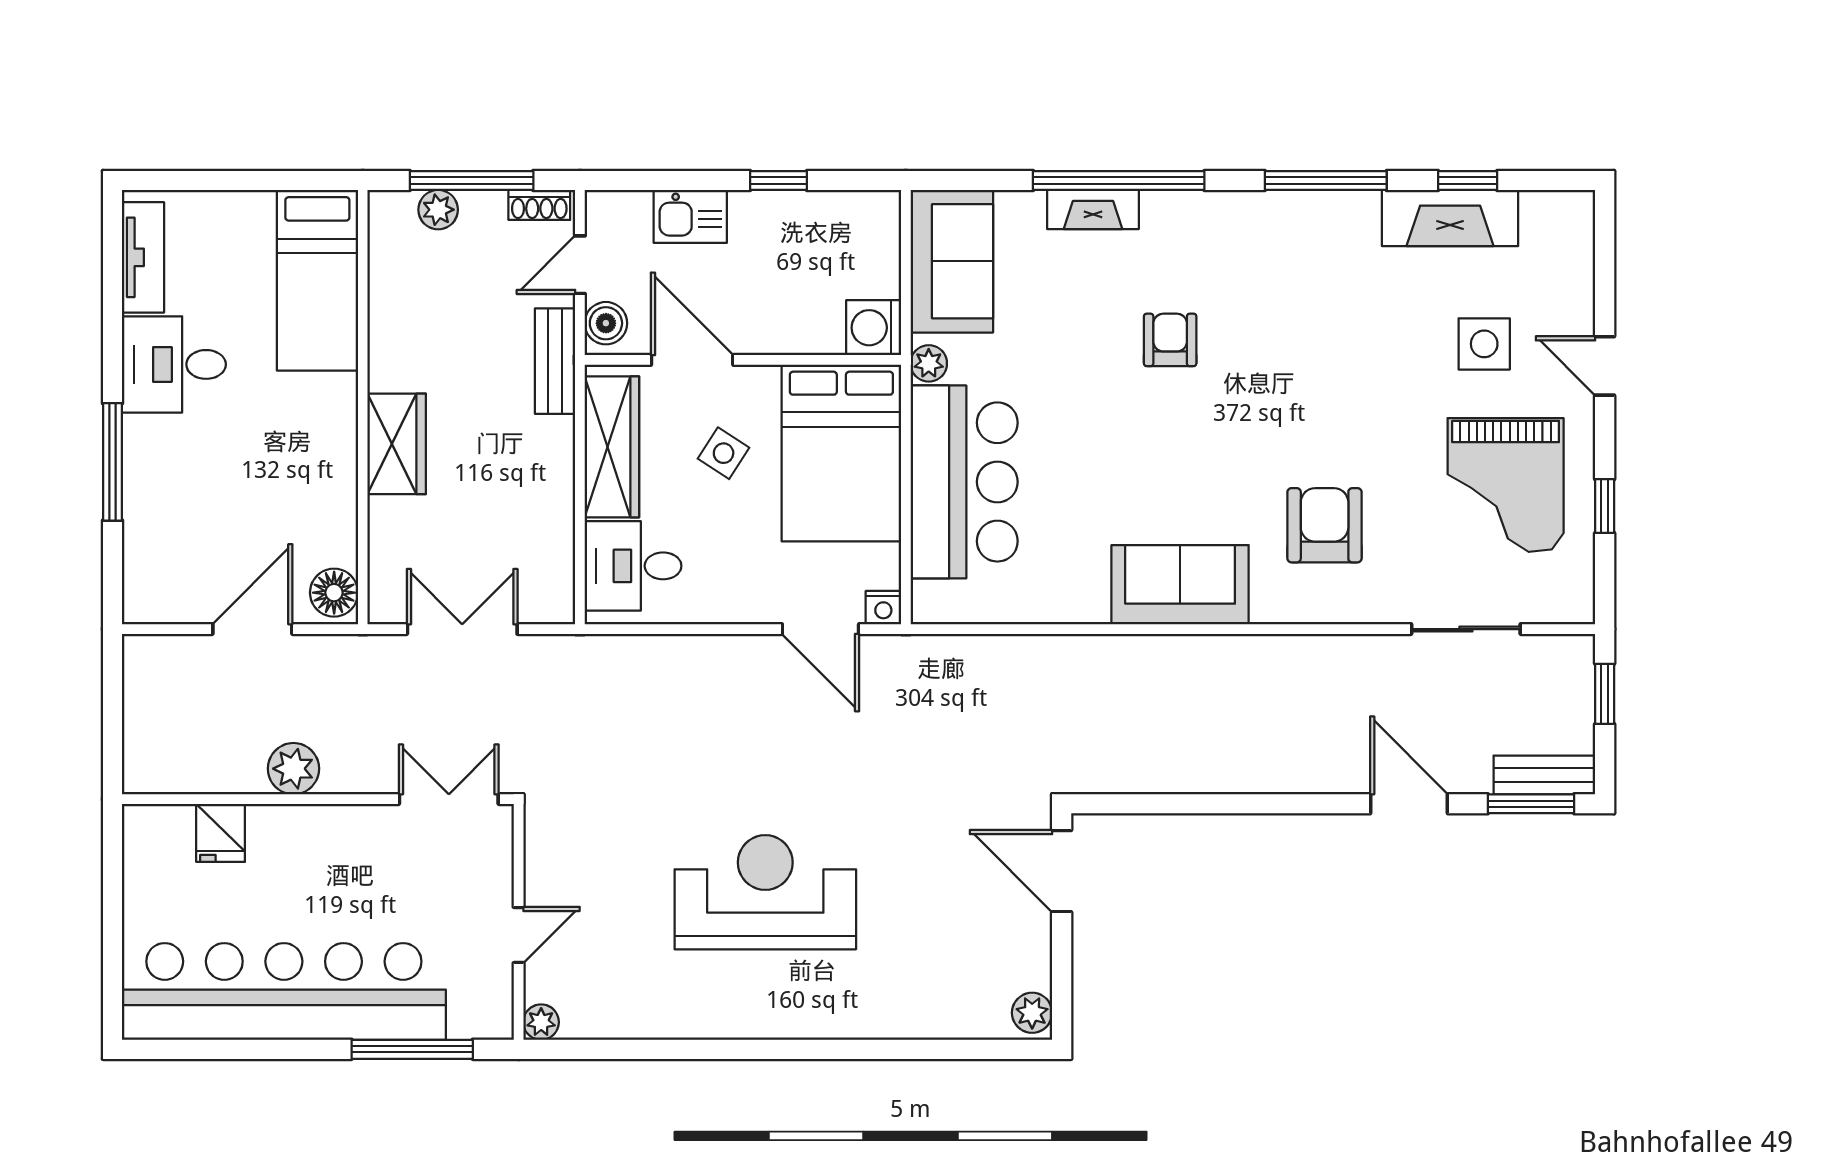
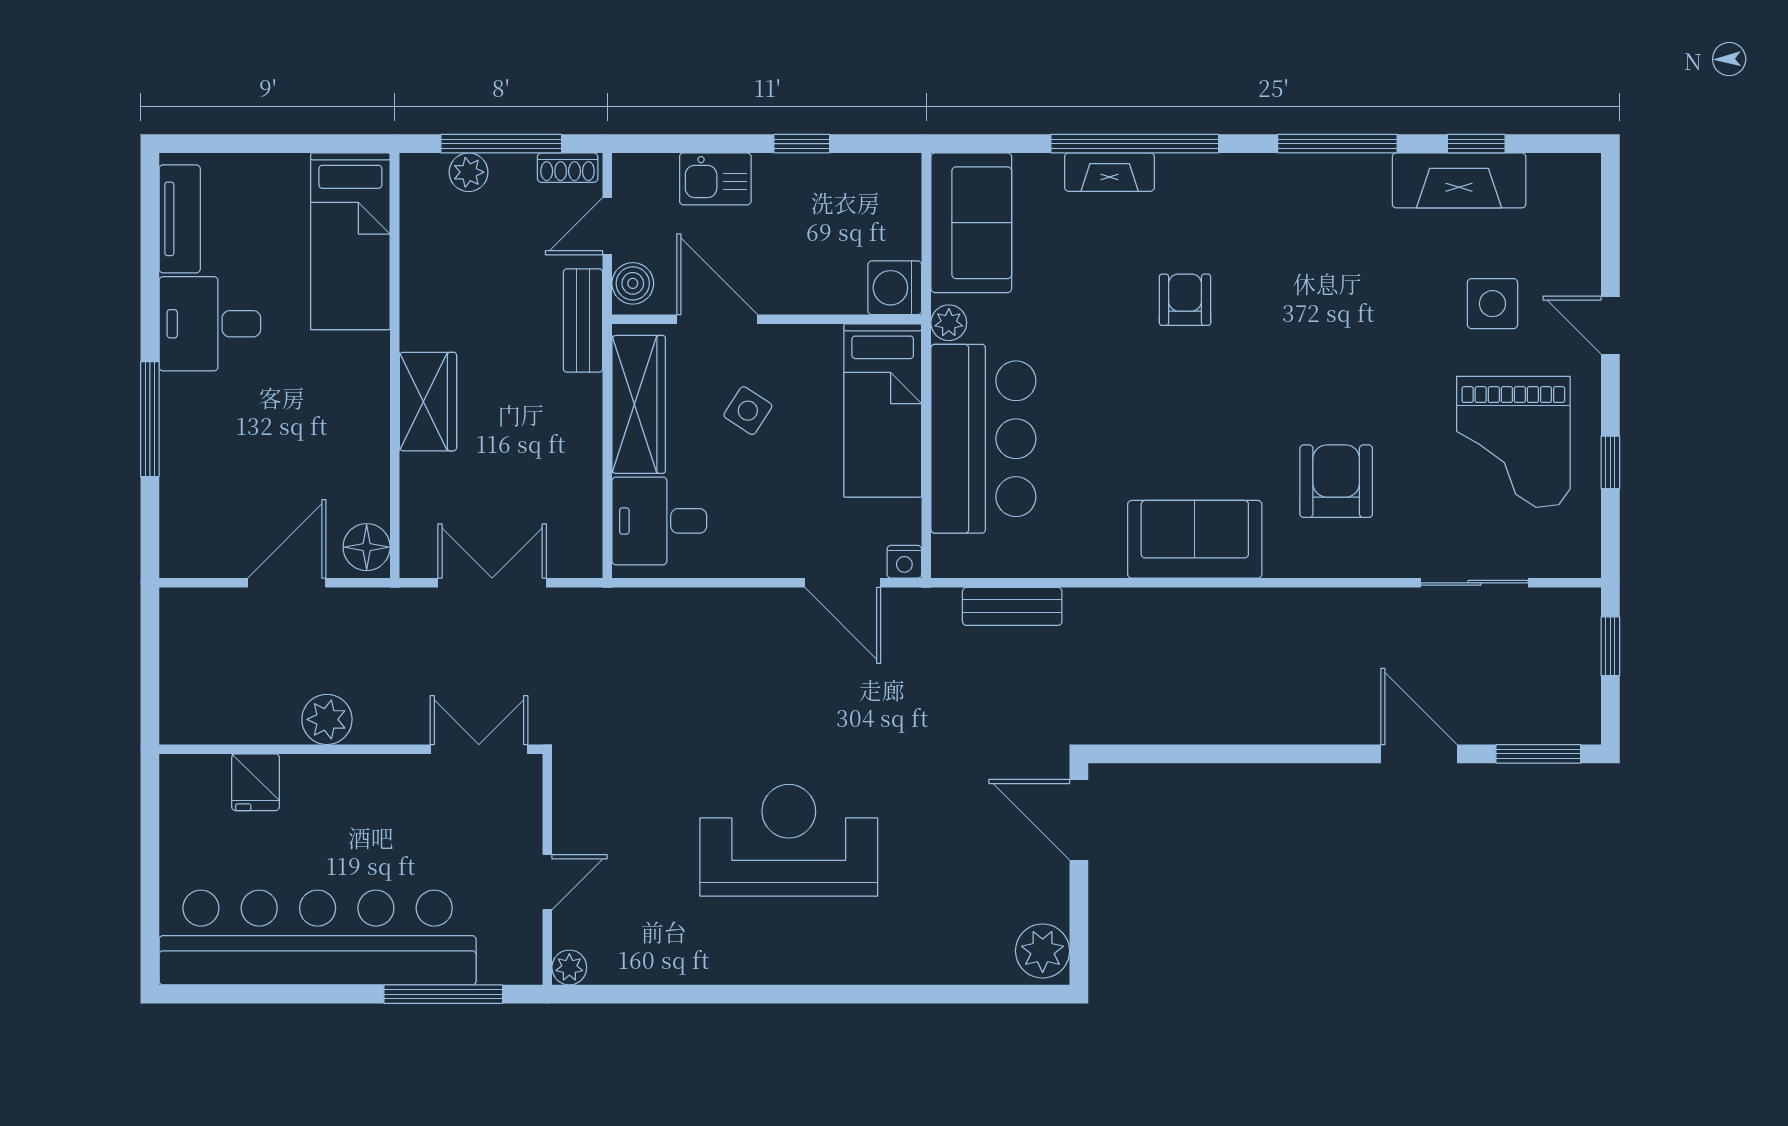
bed: (841, 453) -> (883, 410), width x0.67
bench: (1544, 775) -> (1012, 606), moved
plant: (1032, 1013) -> (1043, 951), width x1.38, depth x1.38

